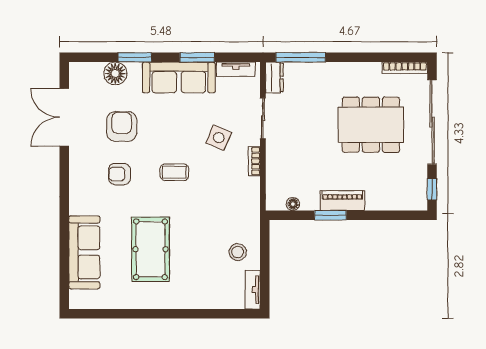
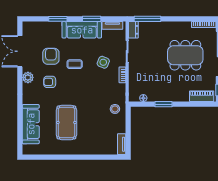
floor lamp: (115, 73) -> (47, 28), removed
plant: (79, 166) -> (28, 77), added
coffee table: (174, 172) -> (75, 64), moved
piano: (342, 201) -> (202, 96), moved
stool: (238, 252) -> (115, 109), moved

